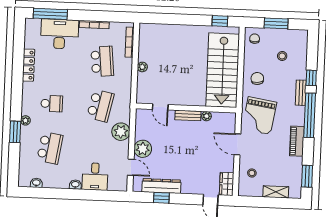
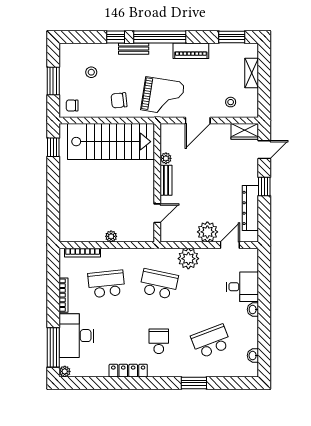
locker: (28, 65) -> (128, 371), moved
plant: (25, 120) -> (65, 371), moved
school desk: (50, 148) -> (211, 341), turned -30
window: (161, 198) -> (264, 187), moved

